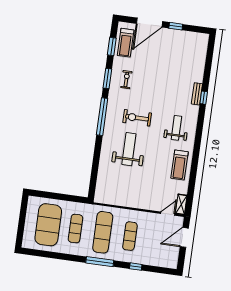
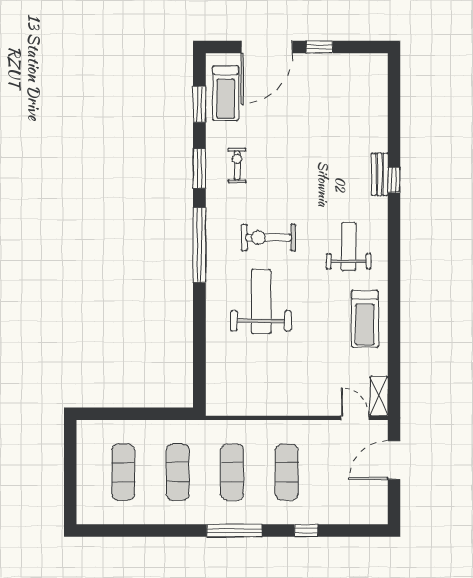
door: (168, 214) -> (355, 418), hinge flipped
exercise mat: (48, 225) -> (123, 472), width x0.50, depth x0.69
exercise mat: (103, 232) -> (232, 472), width x0.73, depth x0.69

